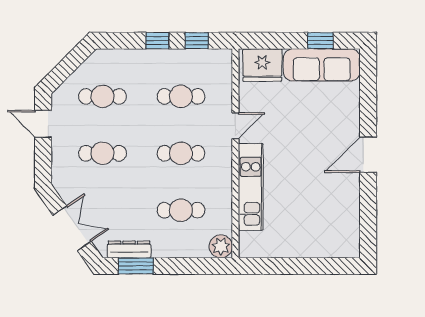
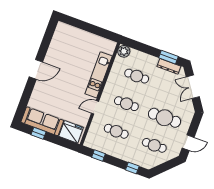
window: (157, 41) -> (132, 168), moved
door: (43, 124) -> (188, 143), hinge flipped
cafe table: (103, 153) -> (164, 118), width x1.37, depth x1.35

